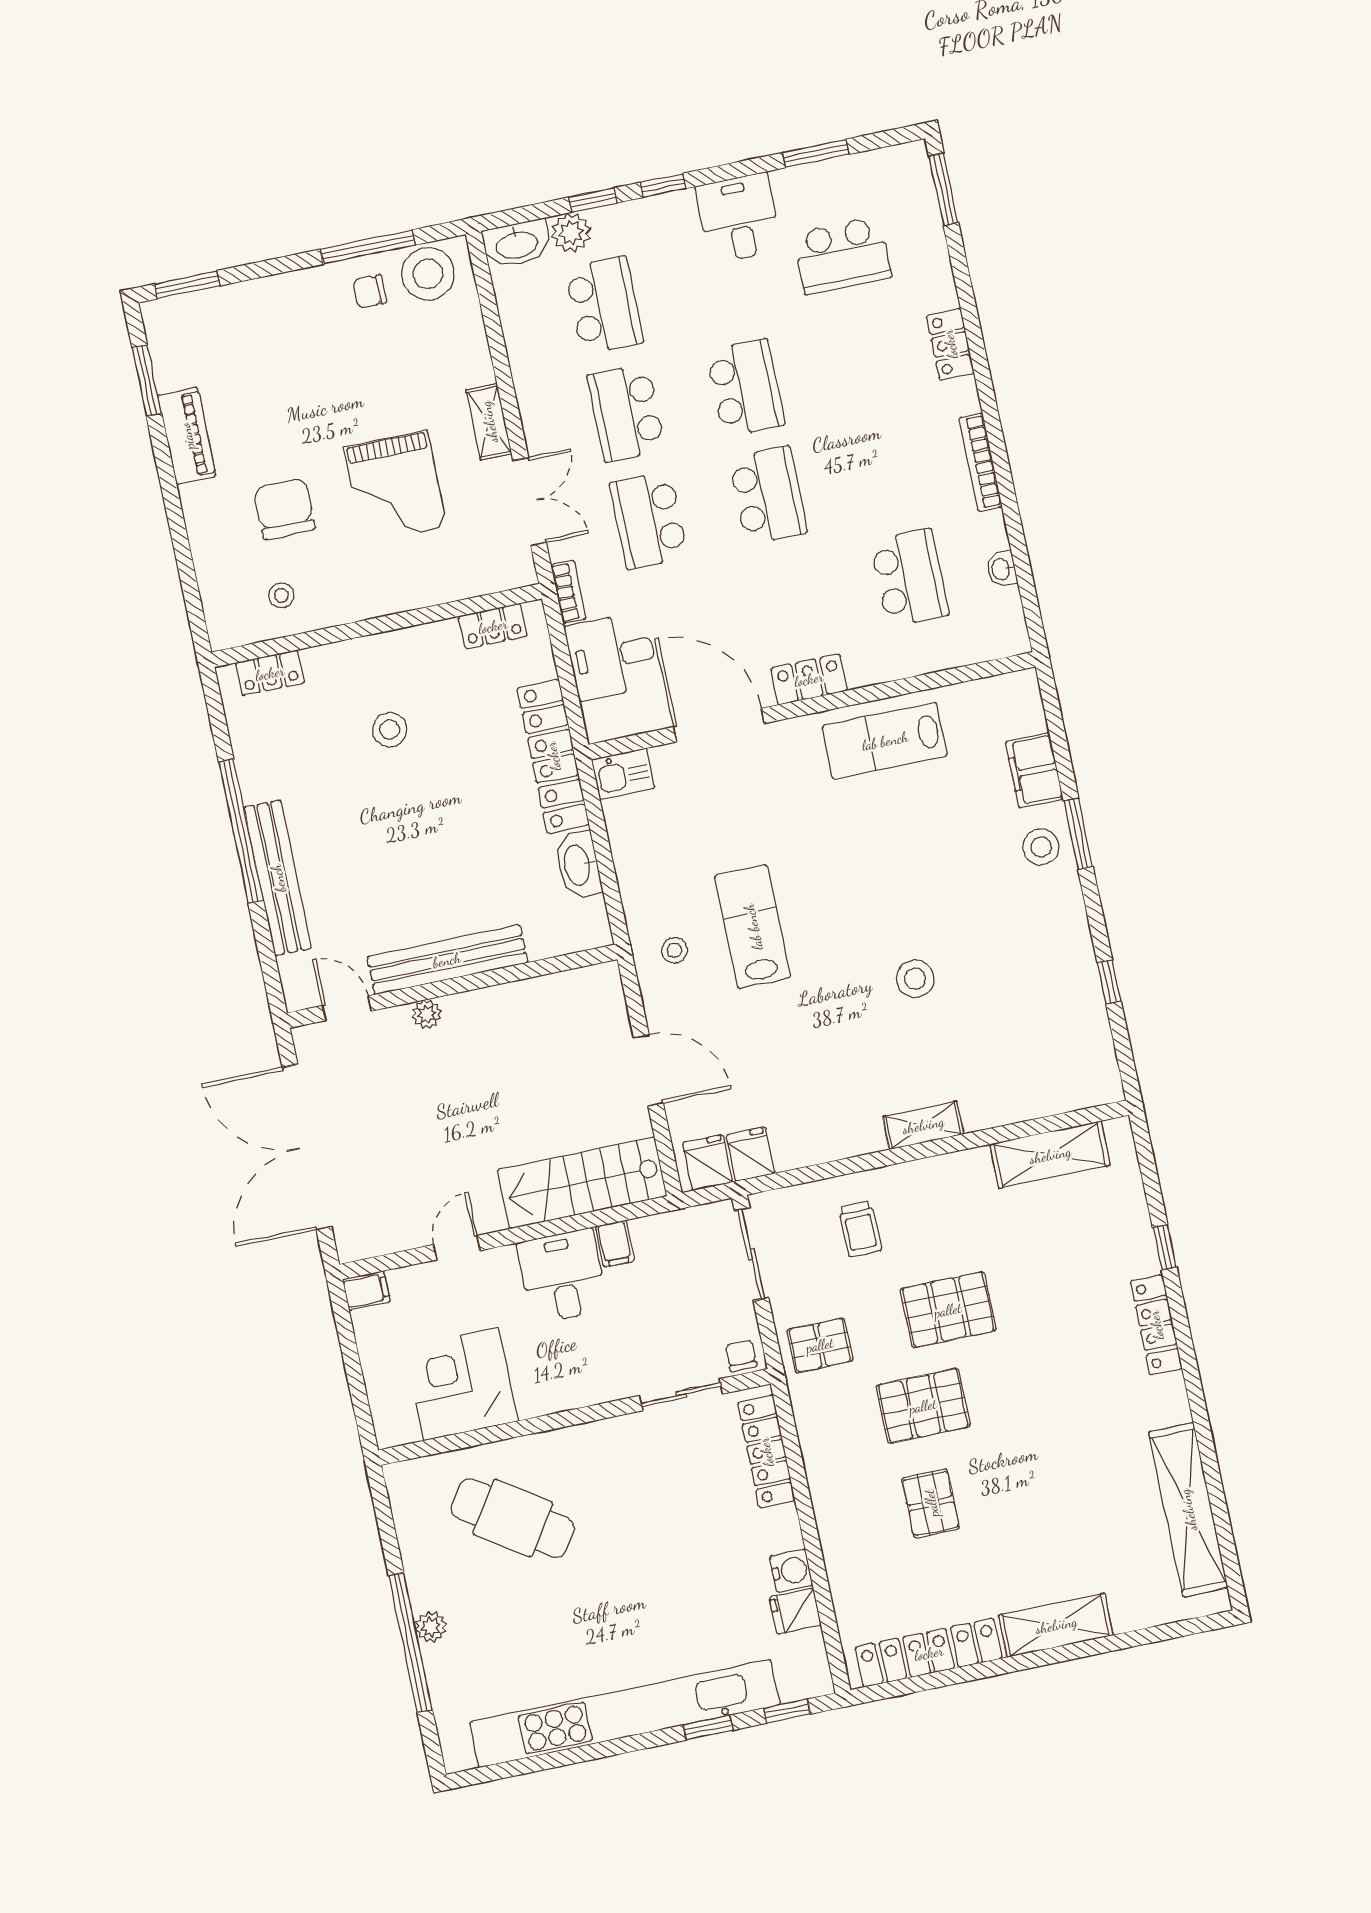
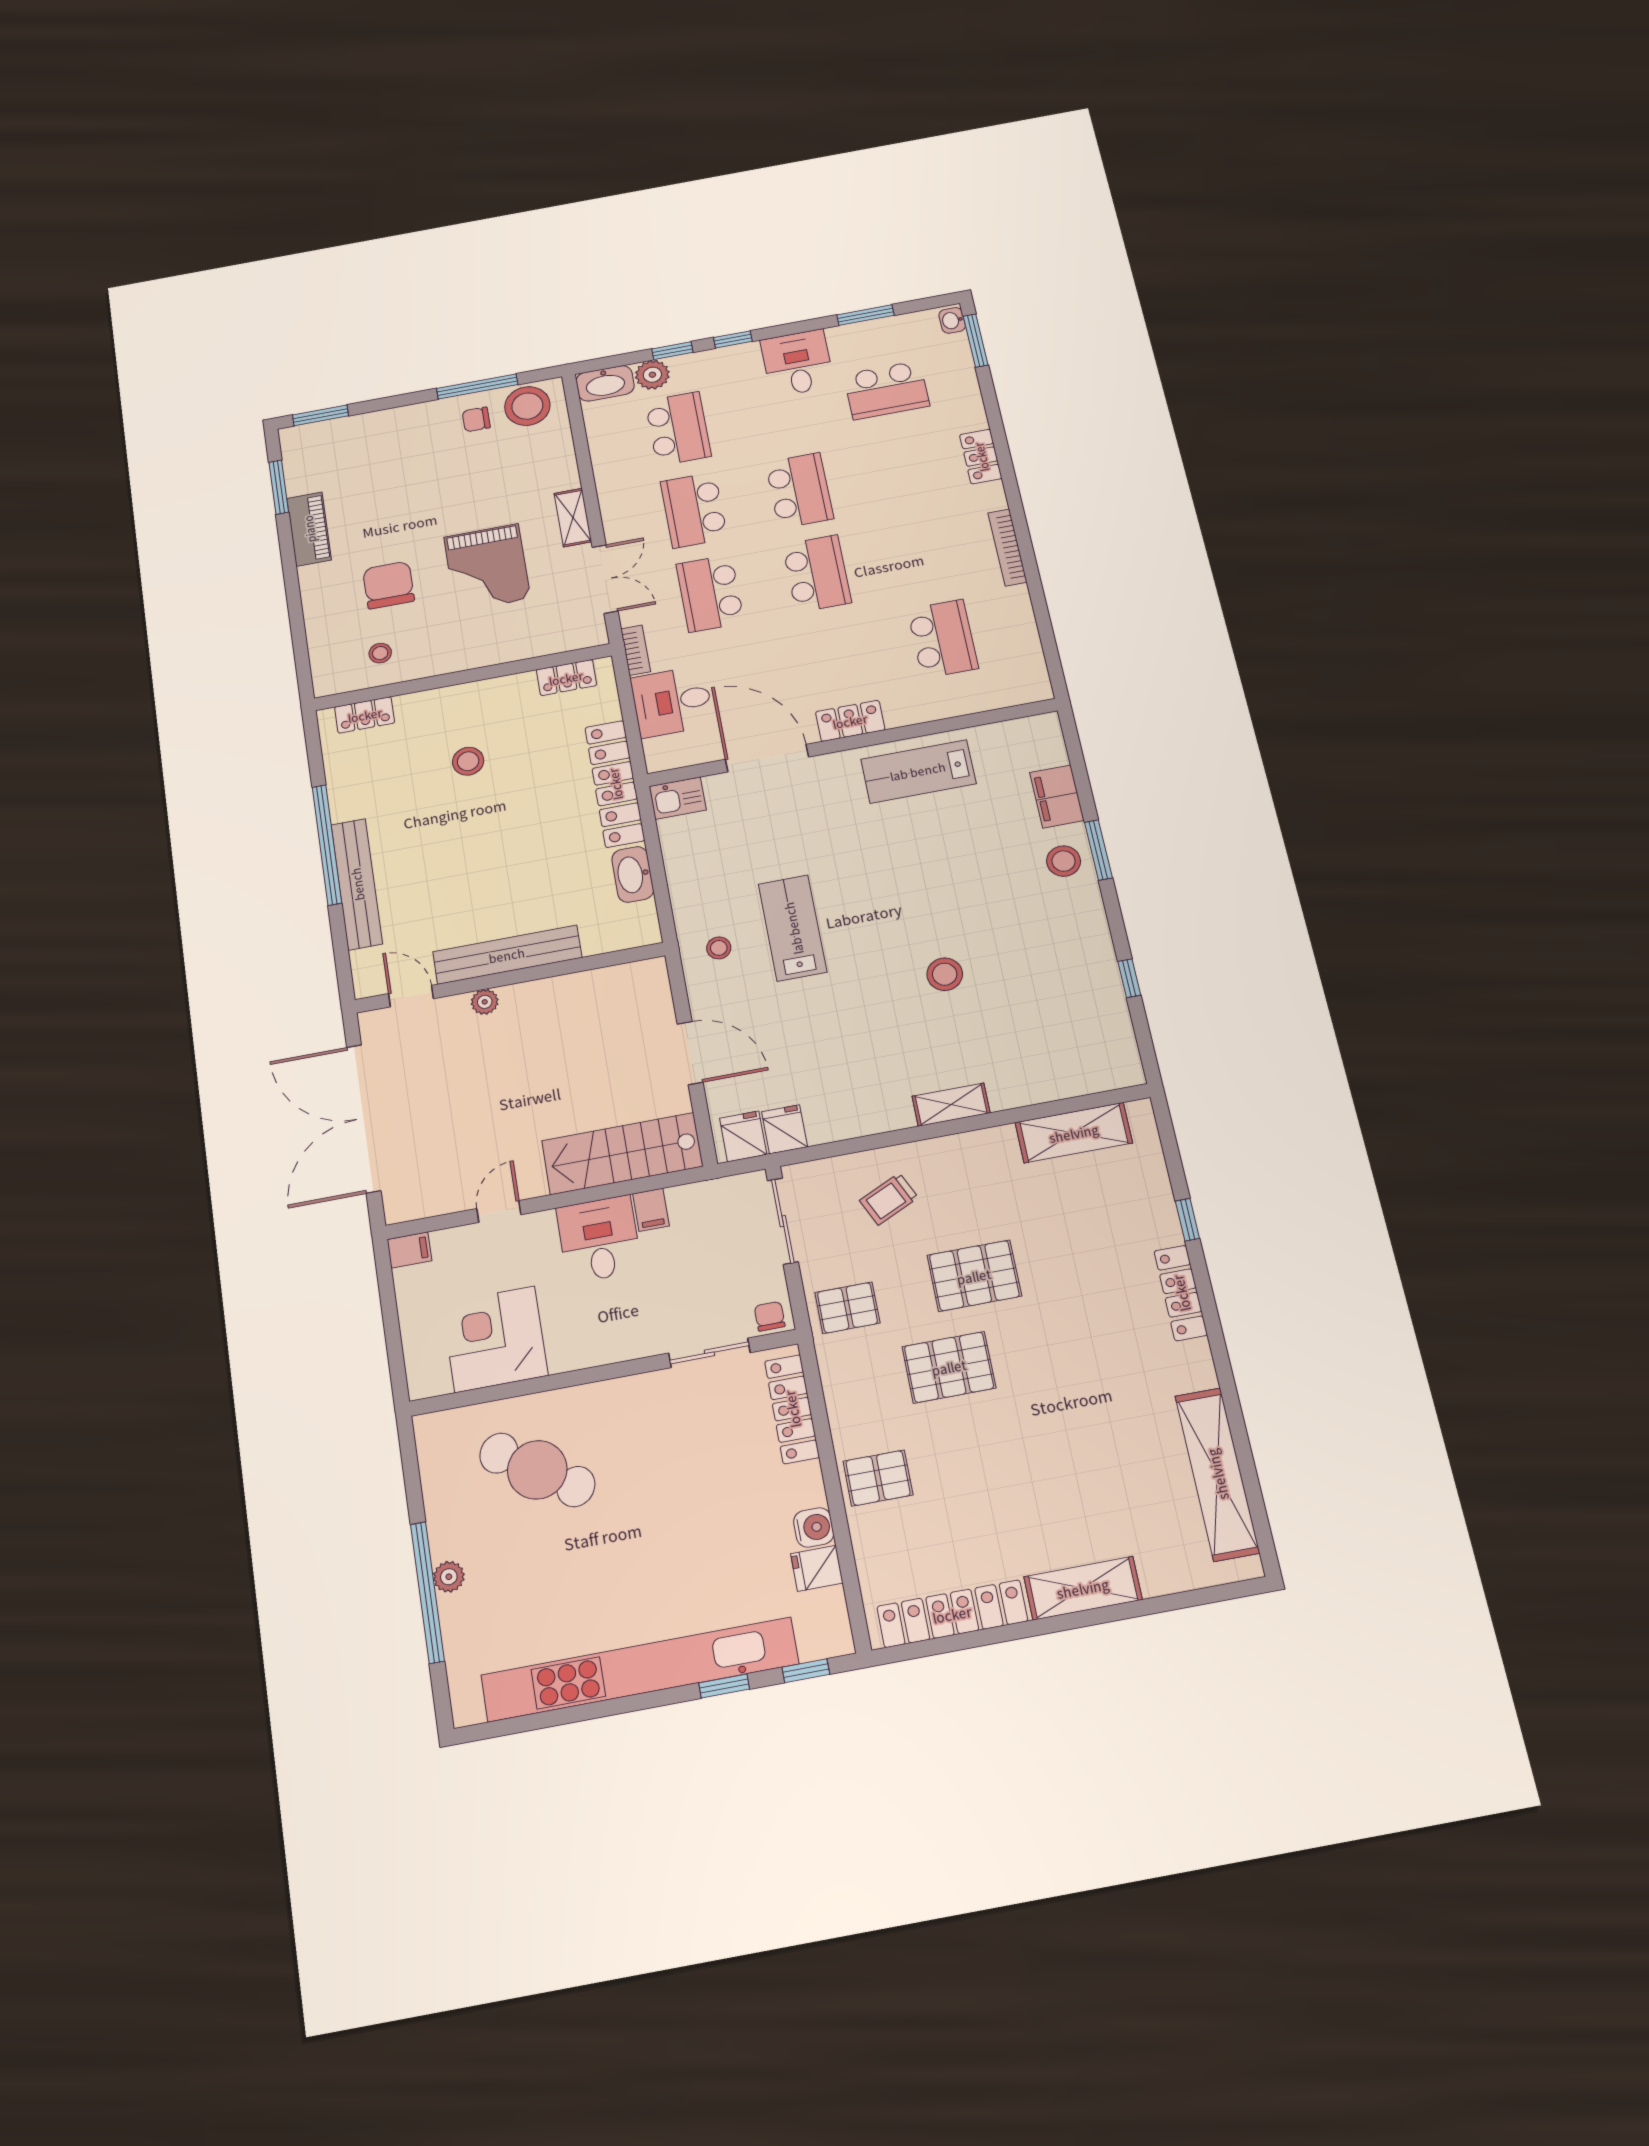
washbasin: (1001, 569) -> (952, 320), moved
trolley: (860, 1229) -> (889, 1199), turned 65
pallet: (931, 1503) -> (878, 1478), moved, turned 90

